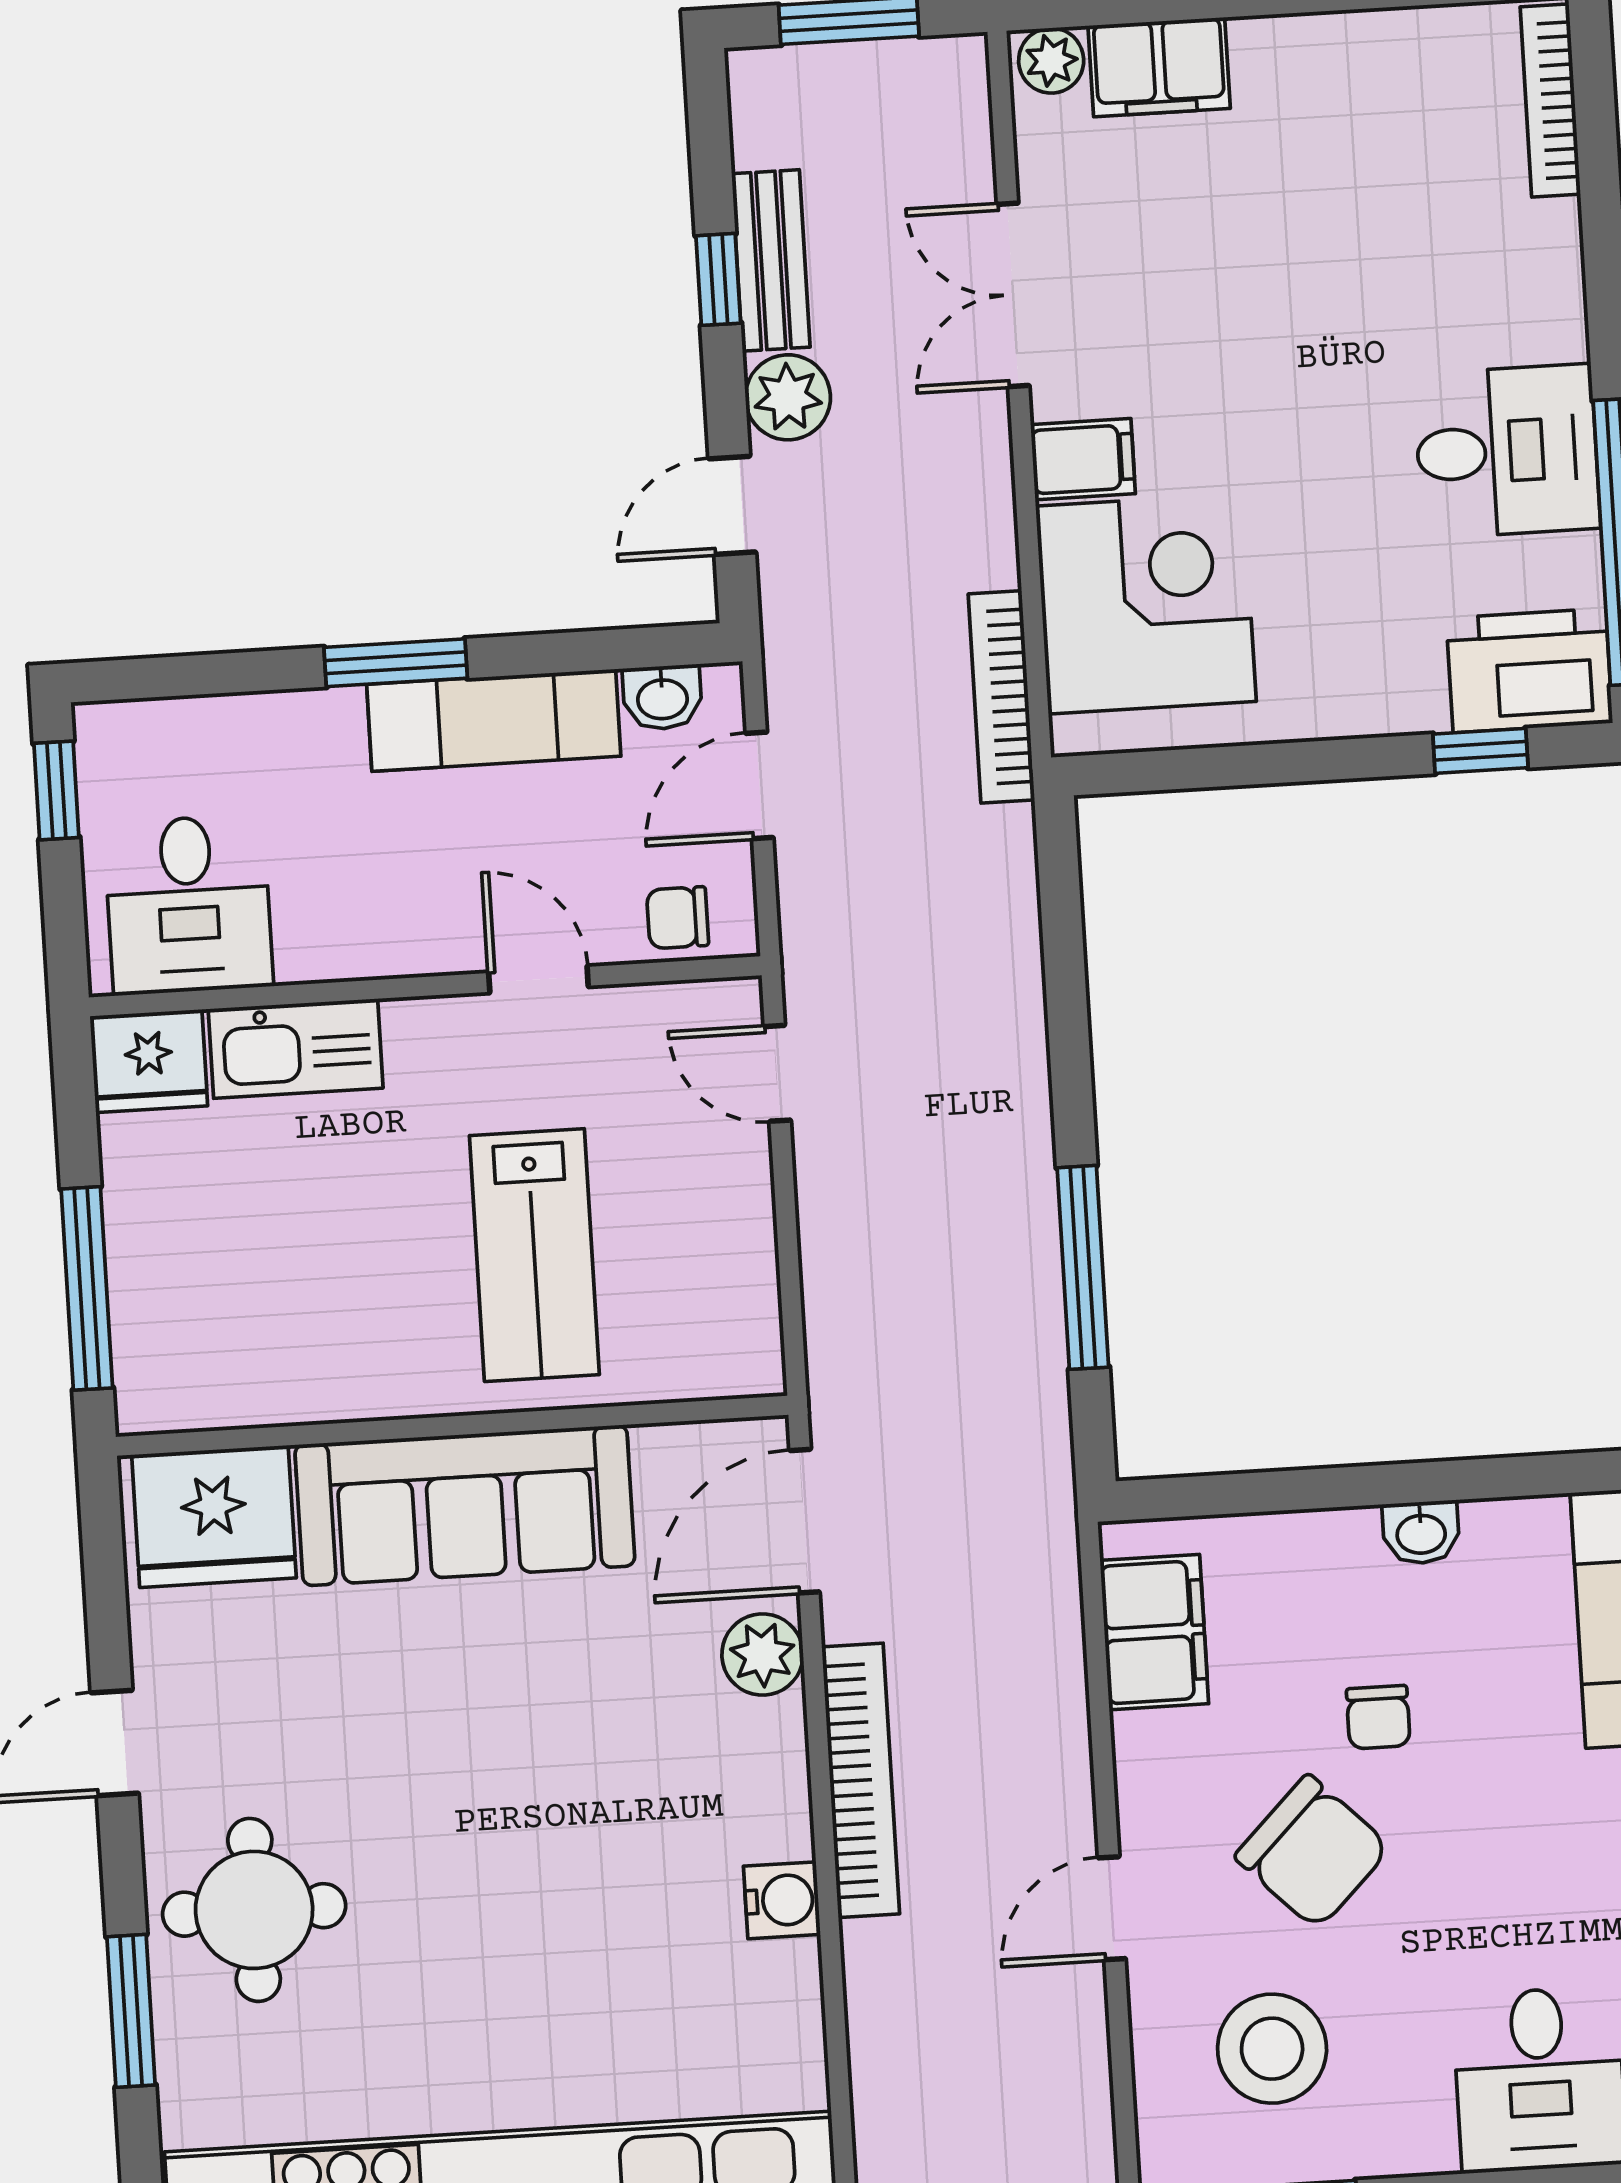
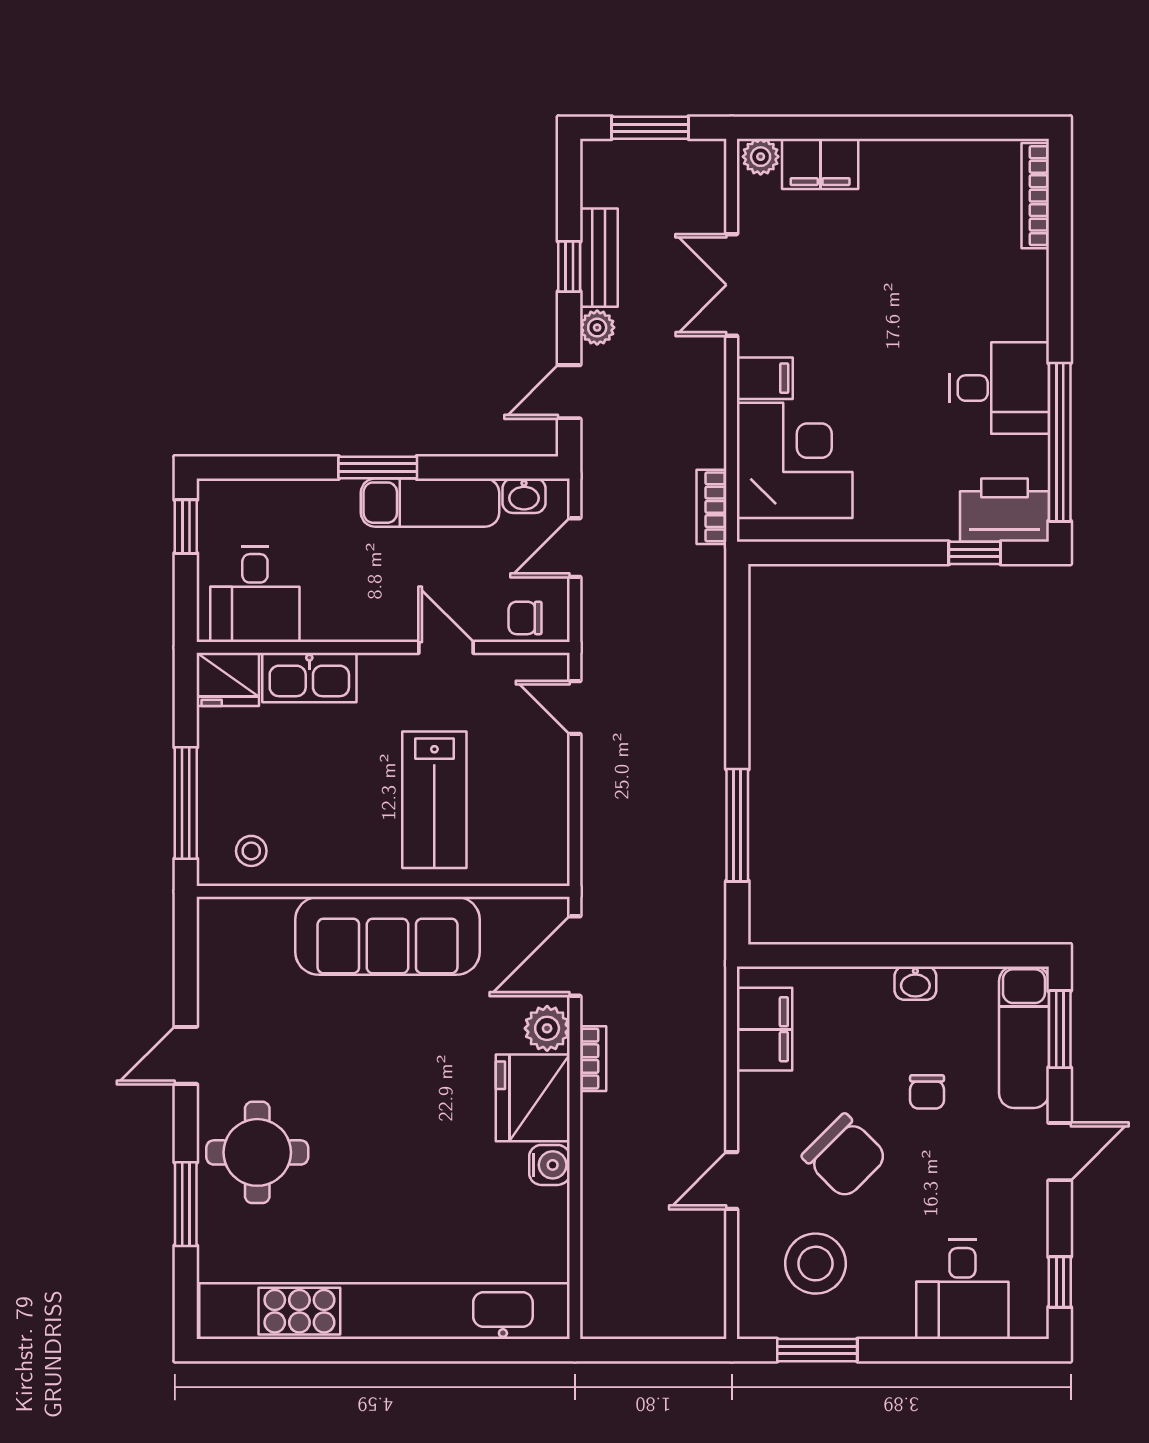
plant: (788, 397) -> (597, 328), width x0.73, depth x0.73
bookcase: (1001, 697) -> (712, 507), width x0.64
stool: (210, 1367) -> (251, 851), added
fridge: (214, 1516) -> (533, 1098), moved, turned 90
chair: (1378, 1717) -> (927, 1092), moved
bookcase: (861, 1780) -> (593, 1059), width x0.43, depth x0.76

